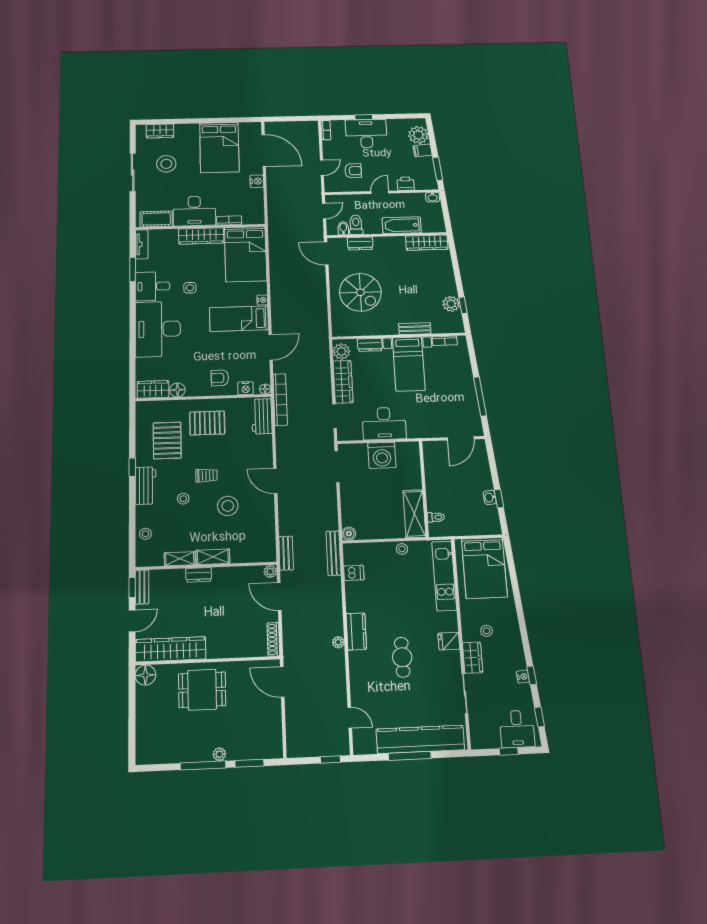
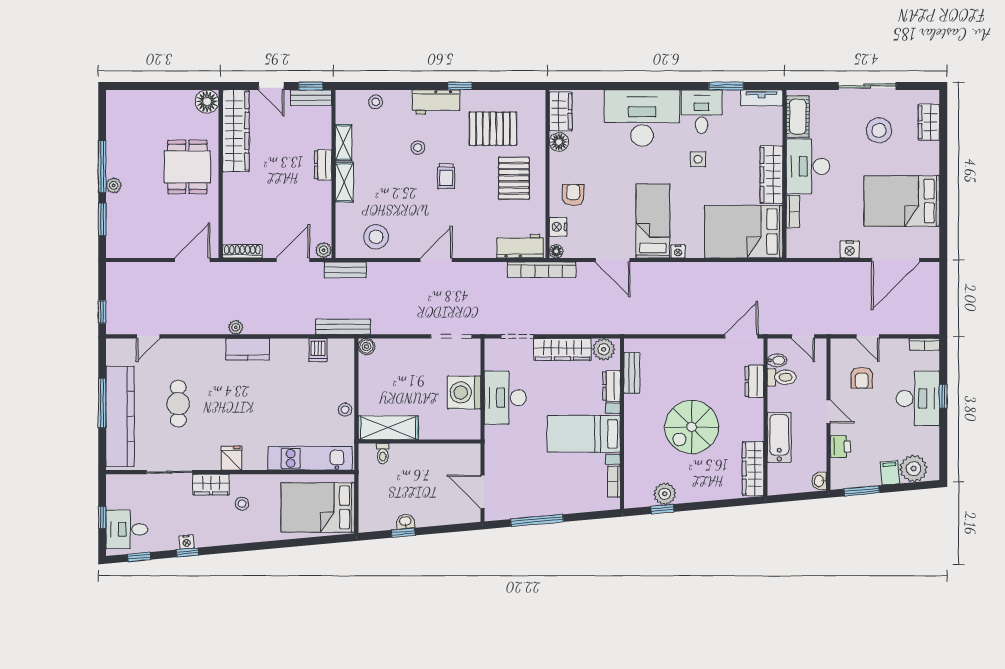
spiral stairs: (360, 292) -> (692, 427), moved
bench: (415, 329) -> (632, 373), moved
stool: (228, 506) -> (376, 237), moved
cafe table: (402, 657) -> (178, 404), moved, turned 90

